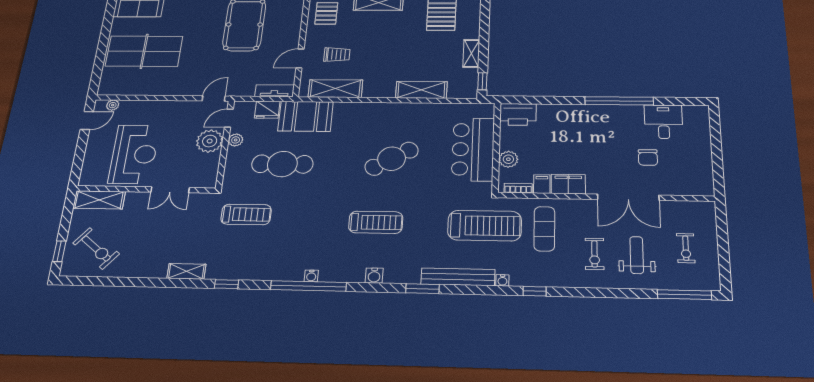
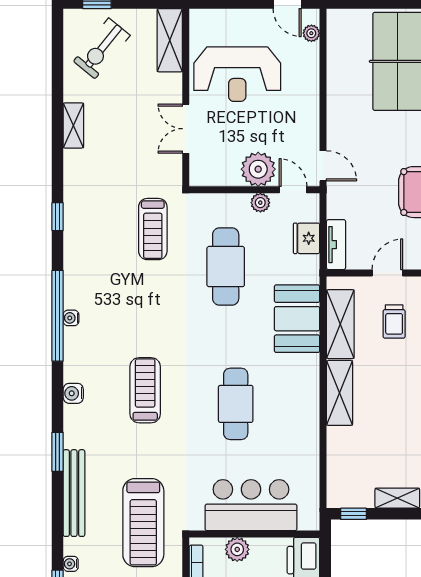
door: (300, 58) -> (387, 273), hinge flipped
shelving: (421, 90) -> (339, 393), moved
booth: (306, 116) -> (297, 319), moved
cafe table: (392, 159) -> (236, 404), turned 31
treadmill: (376, 222) -> (145, 390), turned 180
shelving: (186, 271) -> (73, 125), moved
water cooler: (502, 280) -> (71, 564), moved

